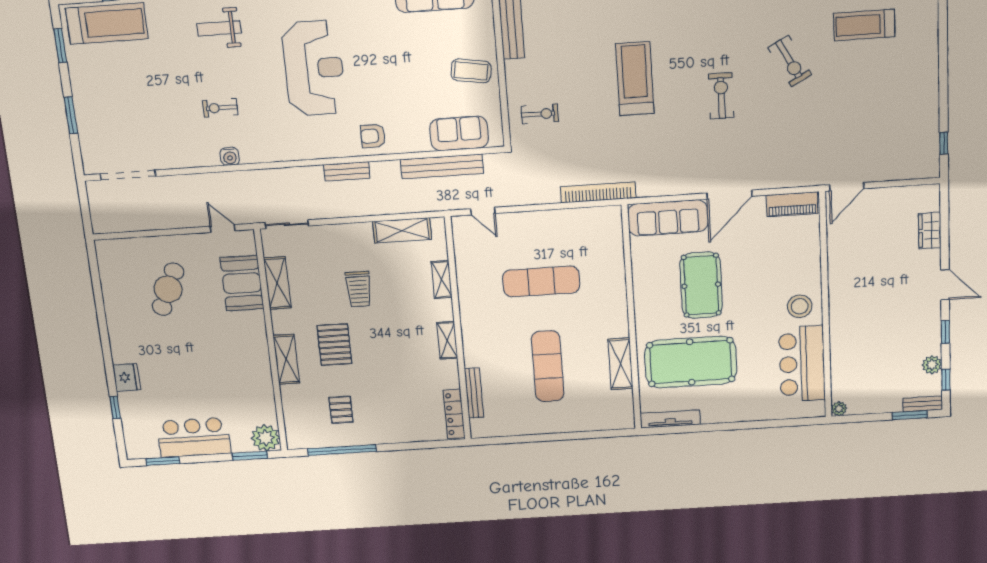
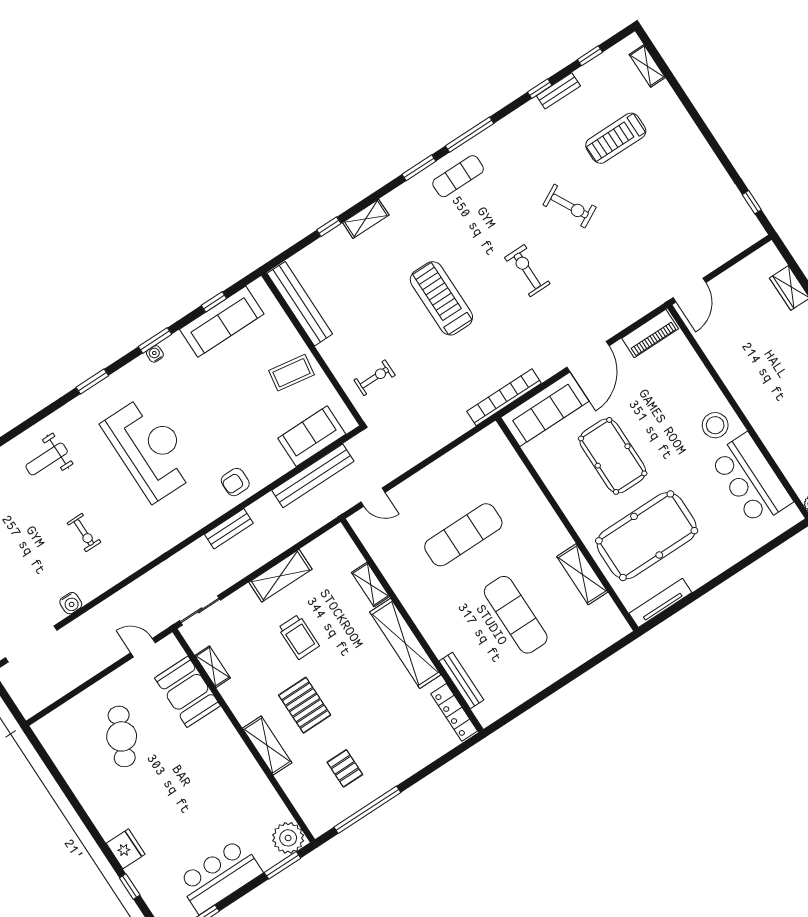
exercise bike: (220, 108) -> (84, 533), turned -90
water cooler: (230, 156) -> (71, 603), moved
bookcase: (598, 192) -> (504, 397), moved
shelving: (402, 230) -> (280, 576), moved
shelving: (277, 283) -> (213, 667), width x0.67, depth x0.75
shelving: (447, 340) -> (405, 643), width x2.20, depth x1.33

